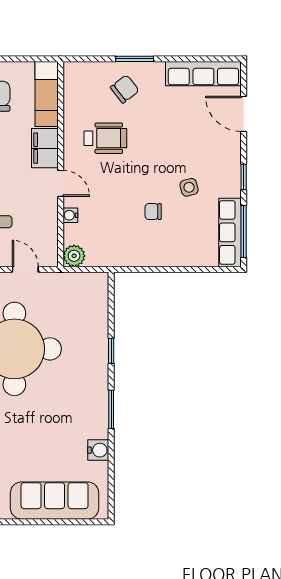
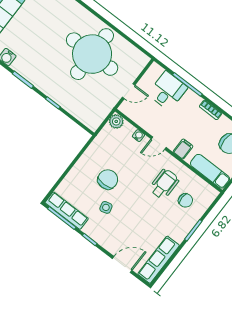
chair: (125, 89) -> (185, 200), moved, turned -52
wheelchair: (105, 138) -> (164, 184), turned 180
filing cabinet: (45, 148) -> (183, 149), width x0.50
chair: (153, 212) -> (108, 179), width x1.87, depth x1.87

